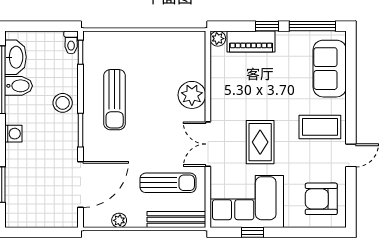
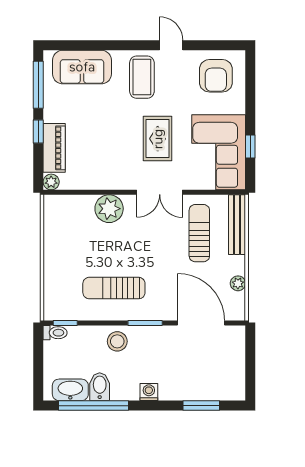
sun lounger: (115, 100) -> (114, 288), turned 180
rug: (260, 142) -> (158, 139), turned 90

